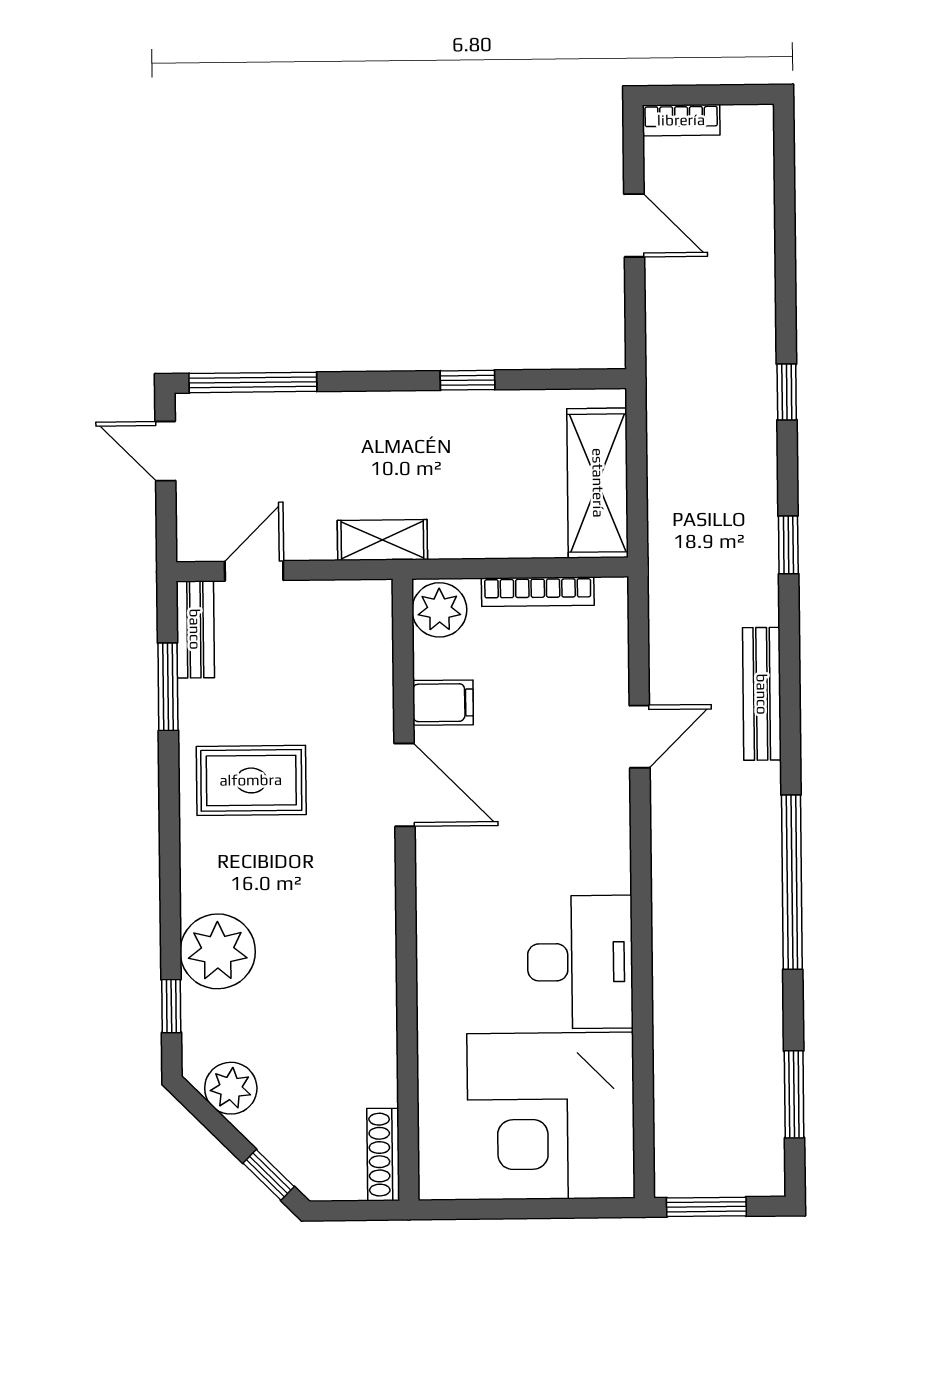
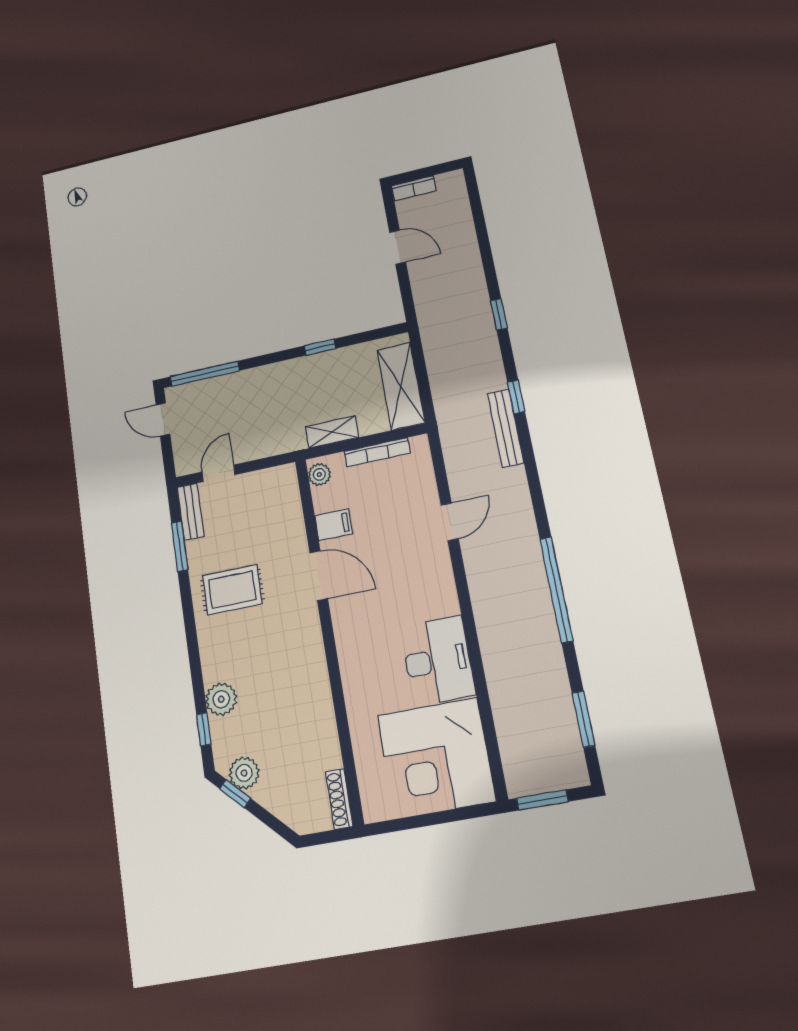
shelving: (382, 540) -> (332, 432), moved
plant: (439, 610) -> (319, 474), width x0.73, depth x0.73
bench: (762, 694) -> (506, 428), moved
plant: (218, 951) -> (221, 699), width x0.73, depth x0.73
window: (269, 1175) -> (235, 794), moved

